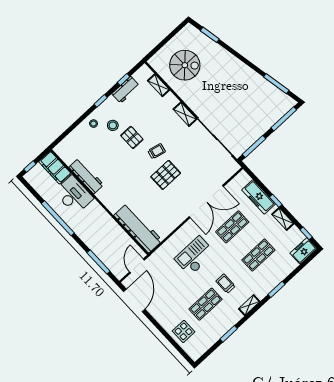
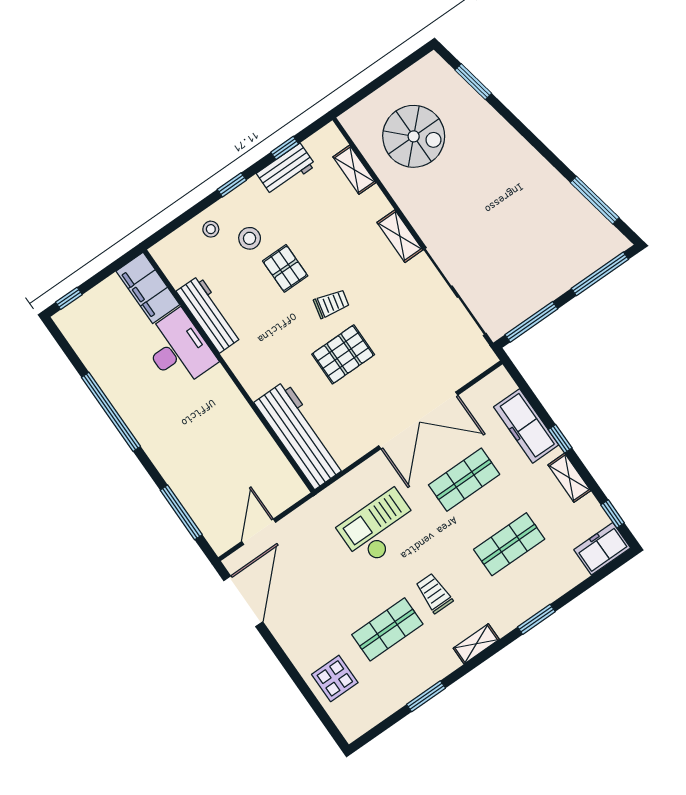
filing cabinet: (55, 168) -> (148, 288), moved
workbench: (86, 176) -> (209, 314), moved
desk: (74, 195) -> (178, 349), moved
wall: (99, 202) -> (229, 371), moved
workbench: (138, 228) -> (300, 435), moved

